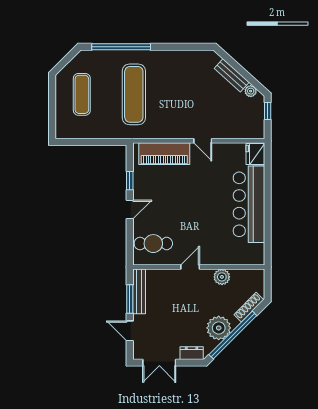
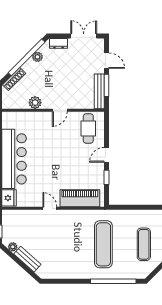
cafe table: (153, 244) -> (88, 128), turned 90
plant: (219, 328) -> (38, 57), width x0.53, depth x0.53

